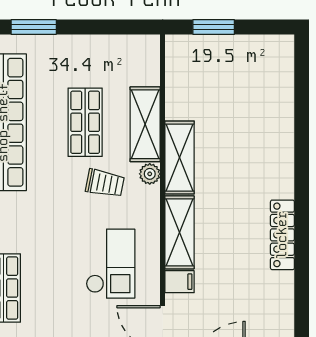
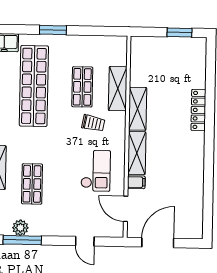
window: (214, 27) -> (180, 32), moved
plant: (150, 174) -> (120, 118), removed
locker: (282, 235) -> (198, 110), moved

